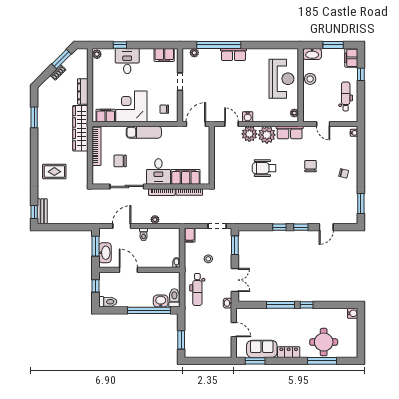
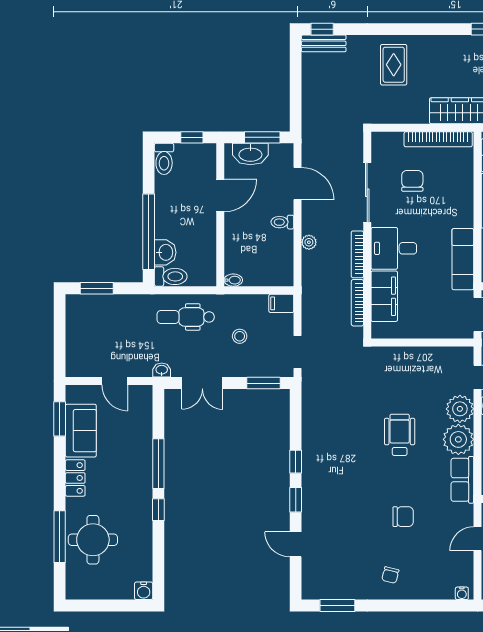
exam couch: (144, 132) -> (463, 259), moved
door: (234, 330) -> (115, 381), hinge flipped

